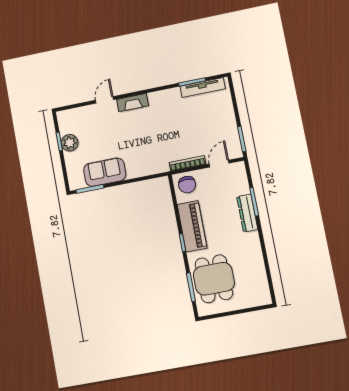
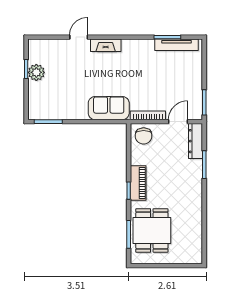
sofa: (105, 172) -> (109, 108), moved
dresser: (247, 213) -> (196, 141), moved
piano: (192, 226) -> (138, 183), width x0.73, depth x0.75

